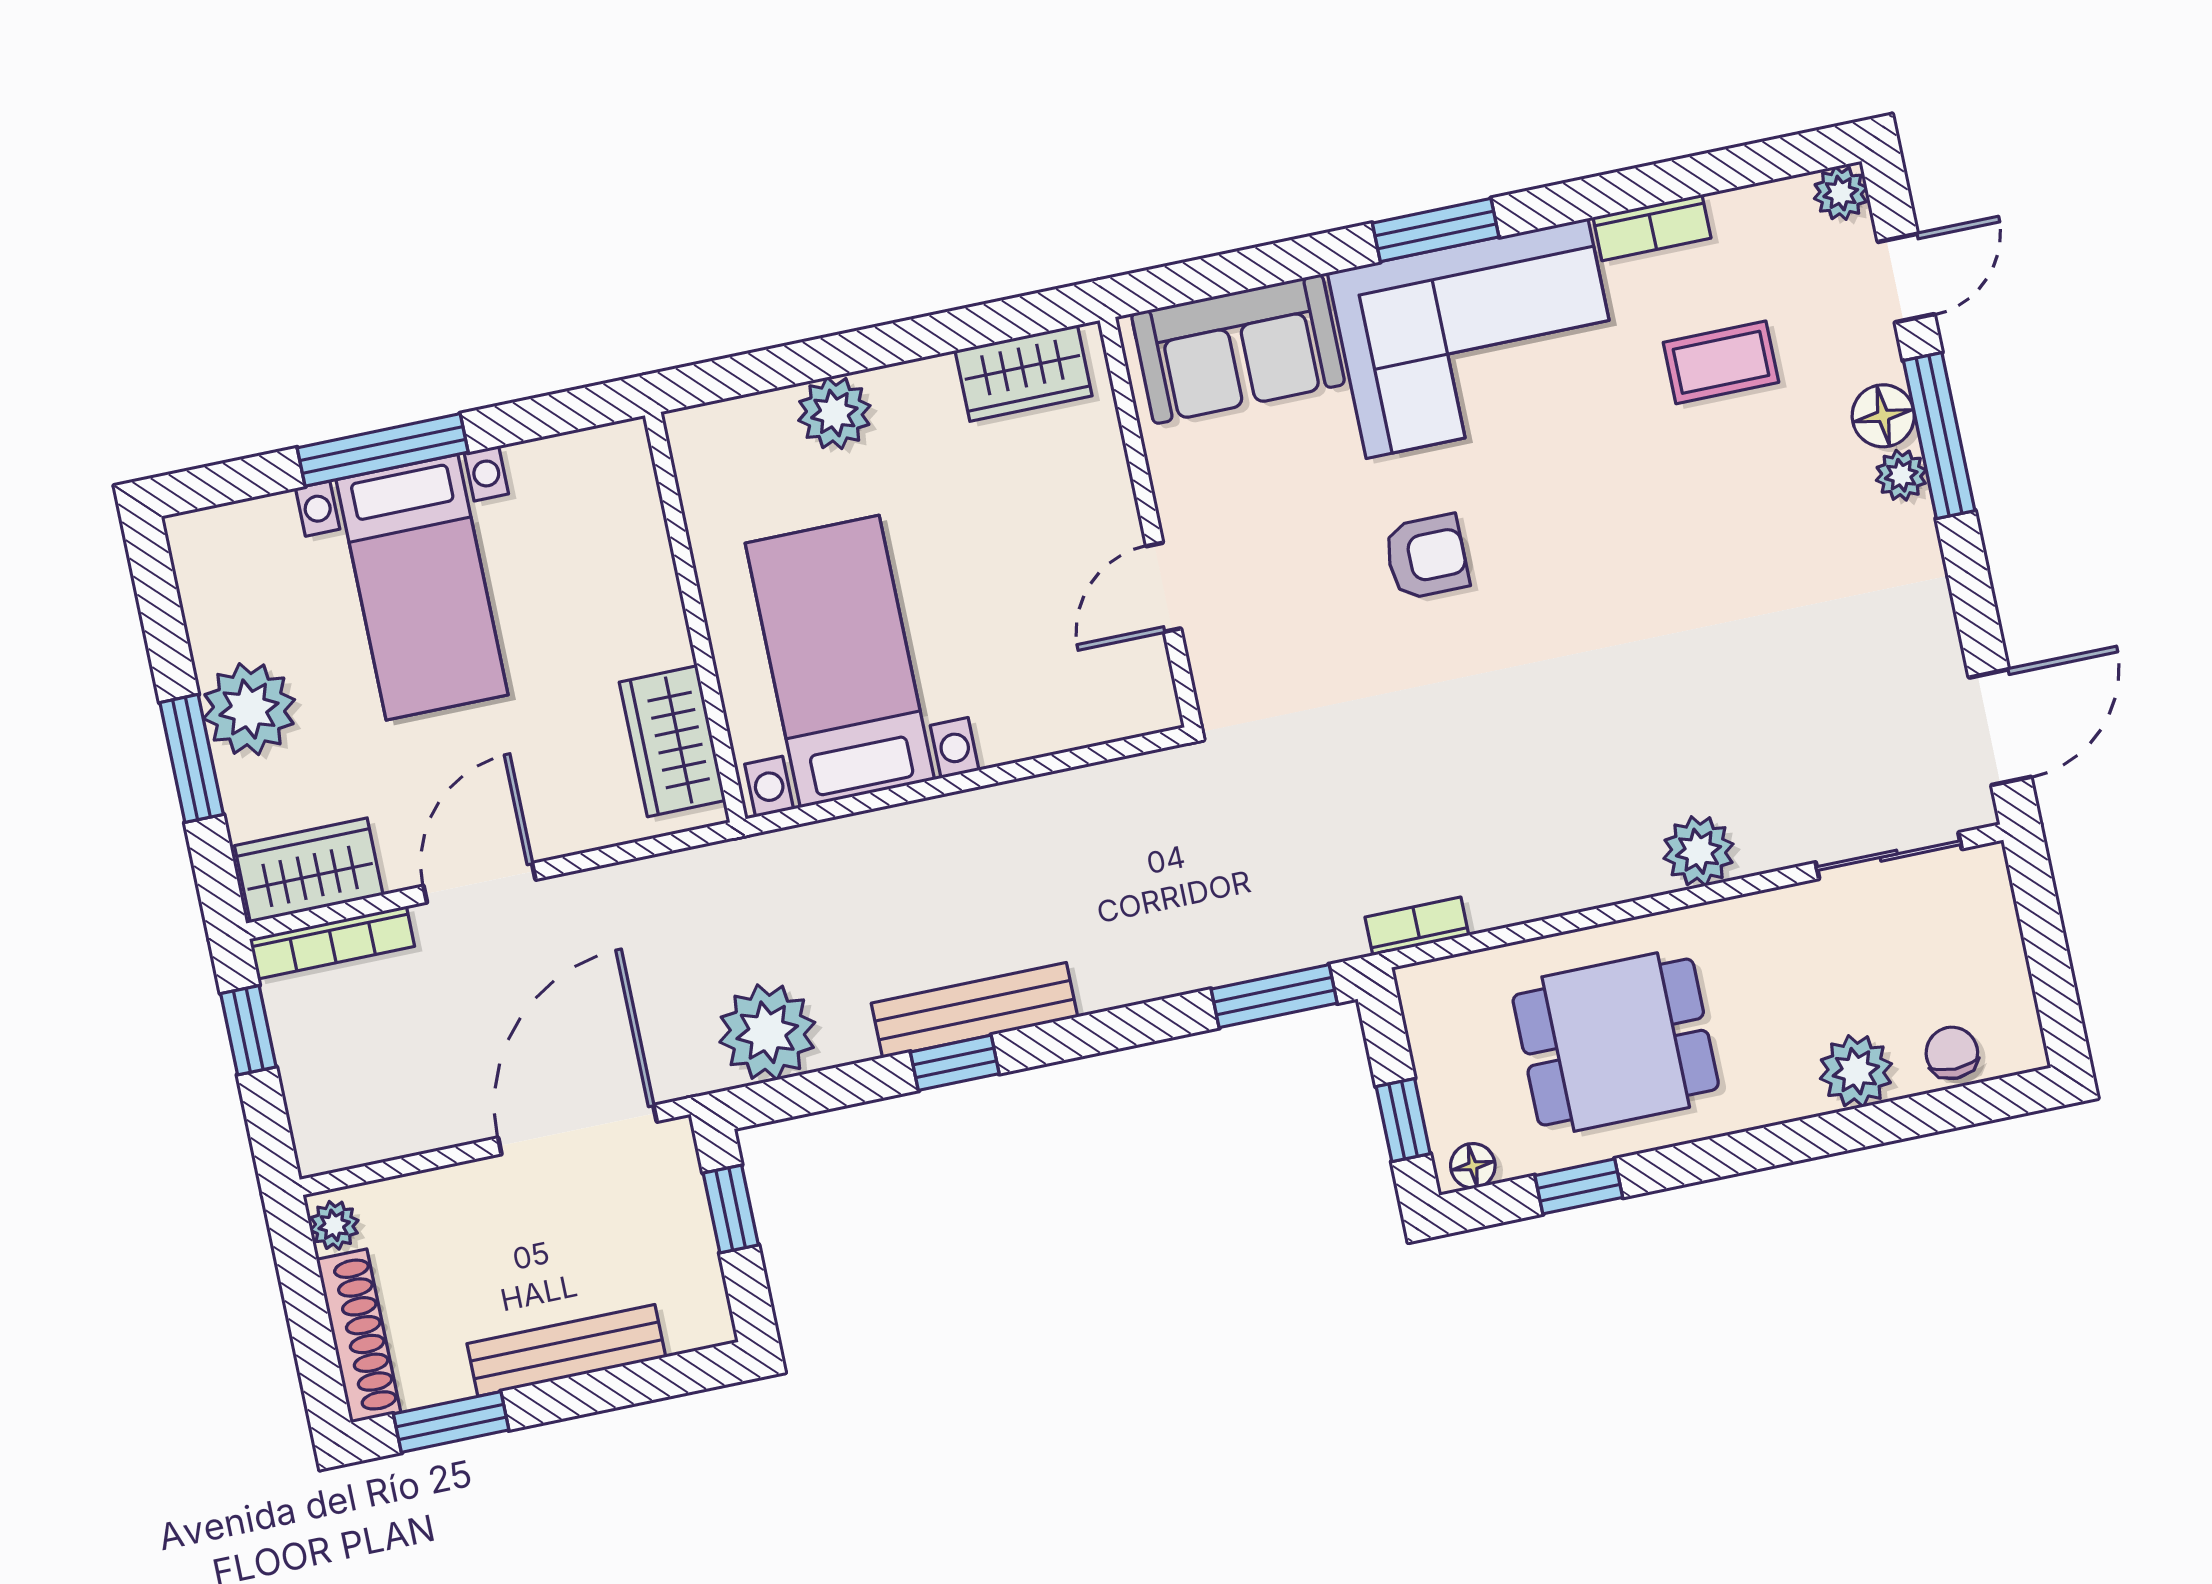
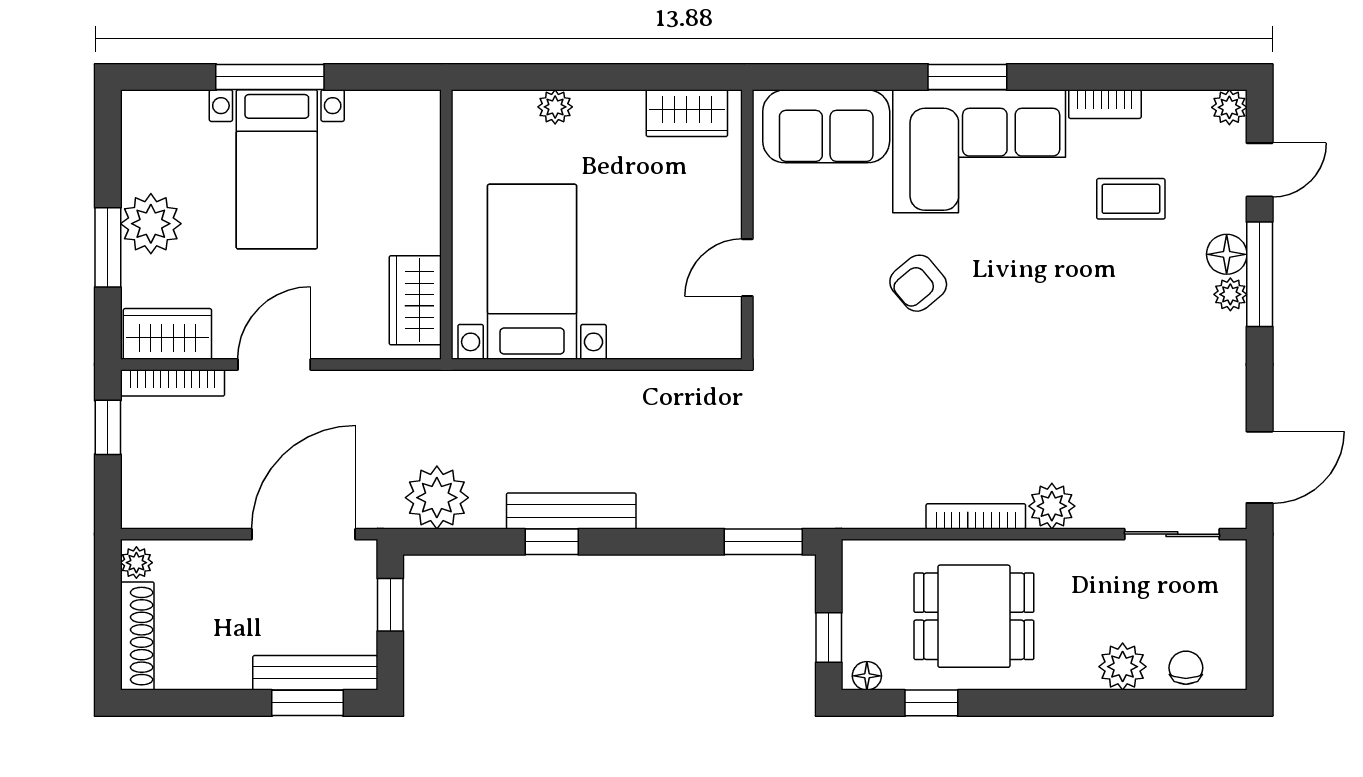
plant: (834, 413) -> (555, 107), width x0.73, depth x0.73
armchair: (1426, 557) -> (918, 283), turned 140
bookcase: (1417, 926) -> (976, 516), moved, width x1.56
bench: (566, 1350) -> (315, 673), moved
window: (451, 1422) -> (307, 703), moved

